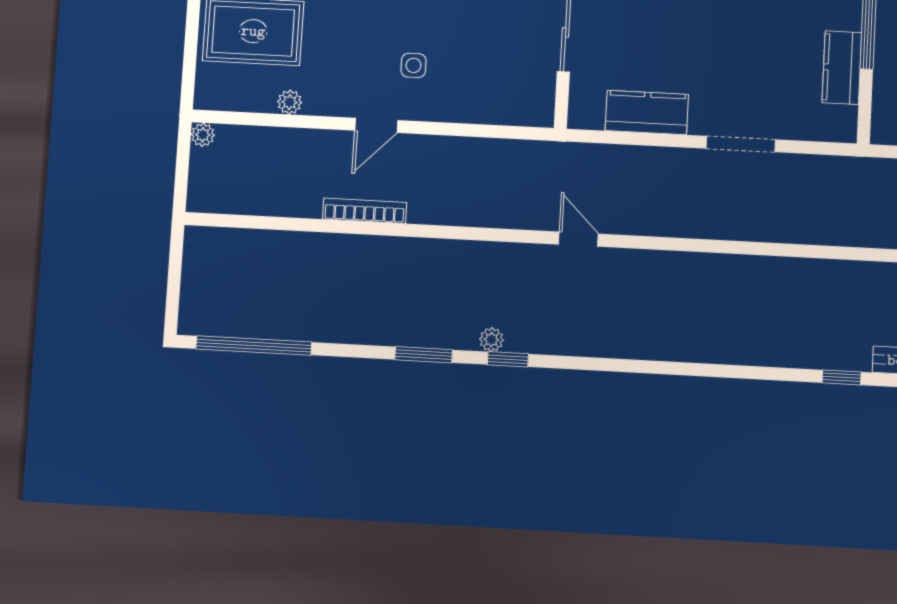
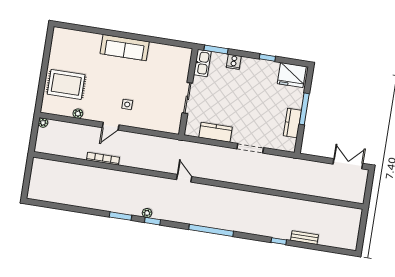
window: (254, 346) -> (211, 230), moved

